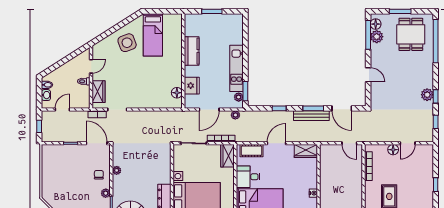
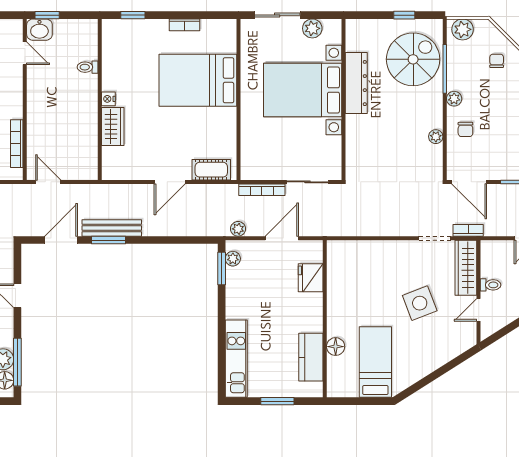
side table: (127, 43) -> (420, 303), moved
kitchen counter: (192, 51) -> (311, 357), moved
kitchen unit: (236, 68) -> (236, 359), moved
wardrobe: (99, 92) -> (466, 268), width x1.50
floor lamp: (177, 93) -> (336, 347), moved
window: (279, 108) -> (165, 240), removed
door: (342, 108) -> (61, 240), hinge flipped
wardrobe: (306, 151) -> (113, 127), moved, turned 90
wardrobe: (227, 156) -> (251, 161), removed
desk: (248, 177) -> (217, 126), removed

